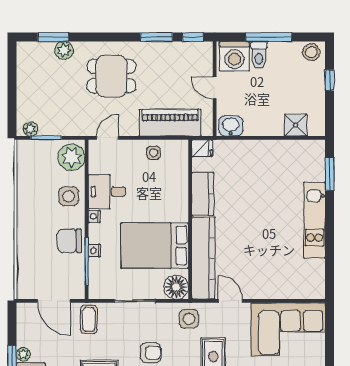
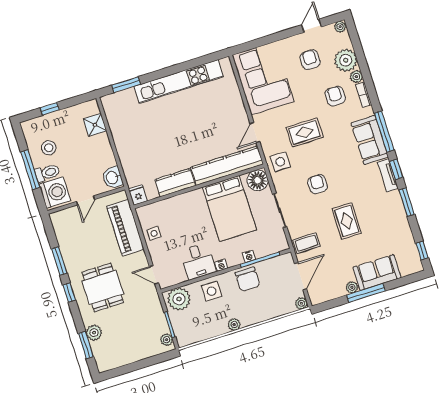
window: (193, 37) -> (69, 293), moved
stool: (311, 52) -> (49, 148), moved
plant: (24, 210) -> (234, 324), added
kitchen unit: (315, 220) -> (179, 81), width x1.36
plant: (23, 292) -> (301, 303), added

